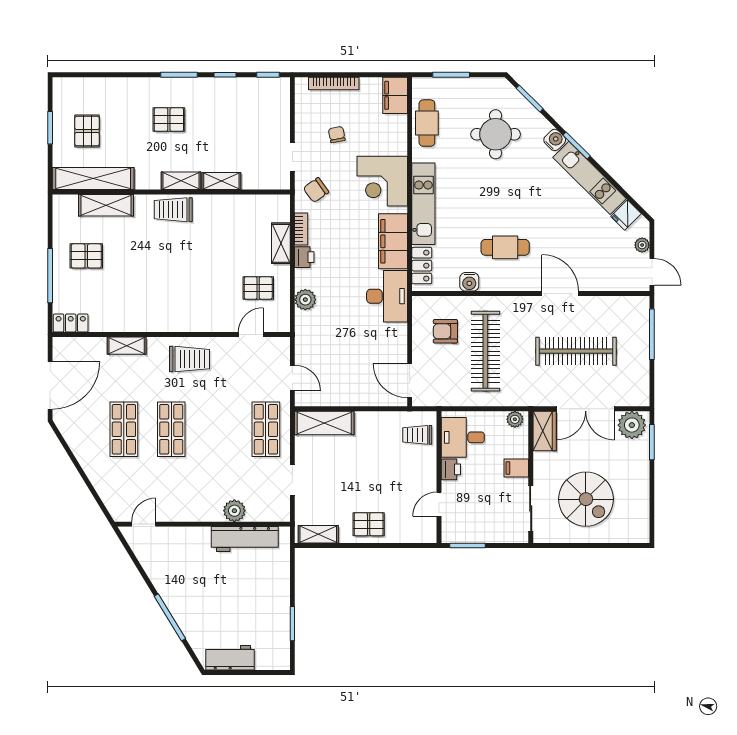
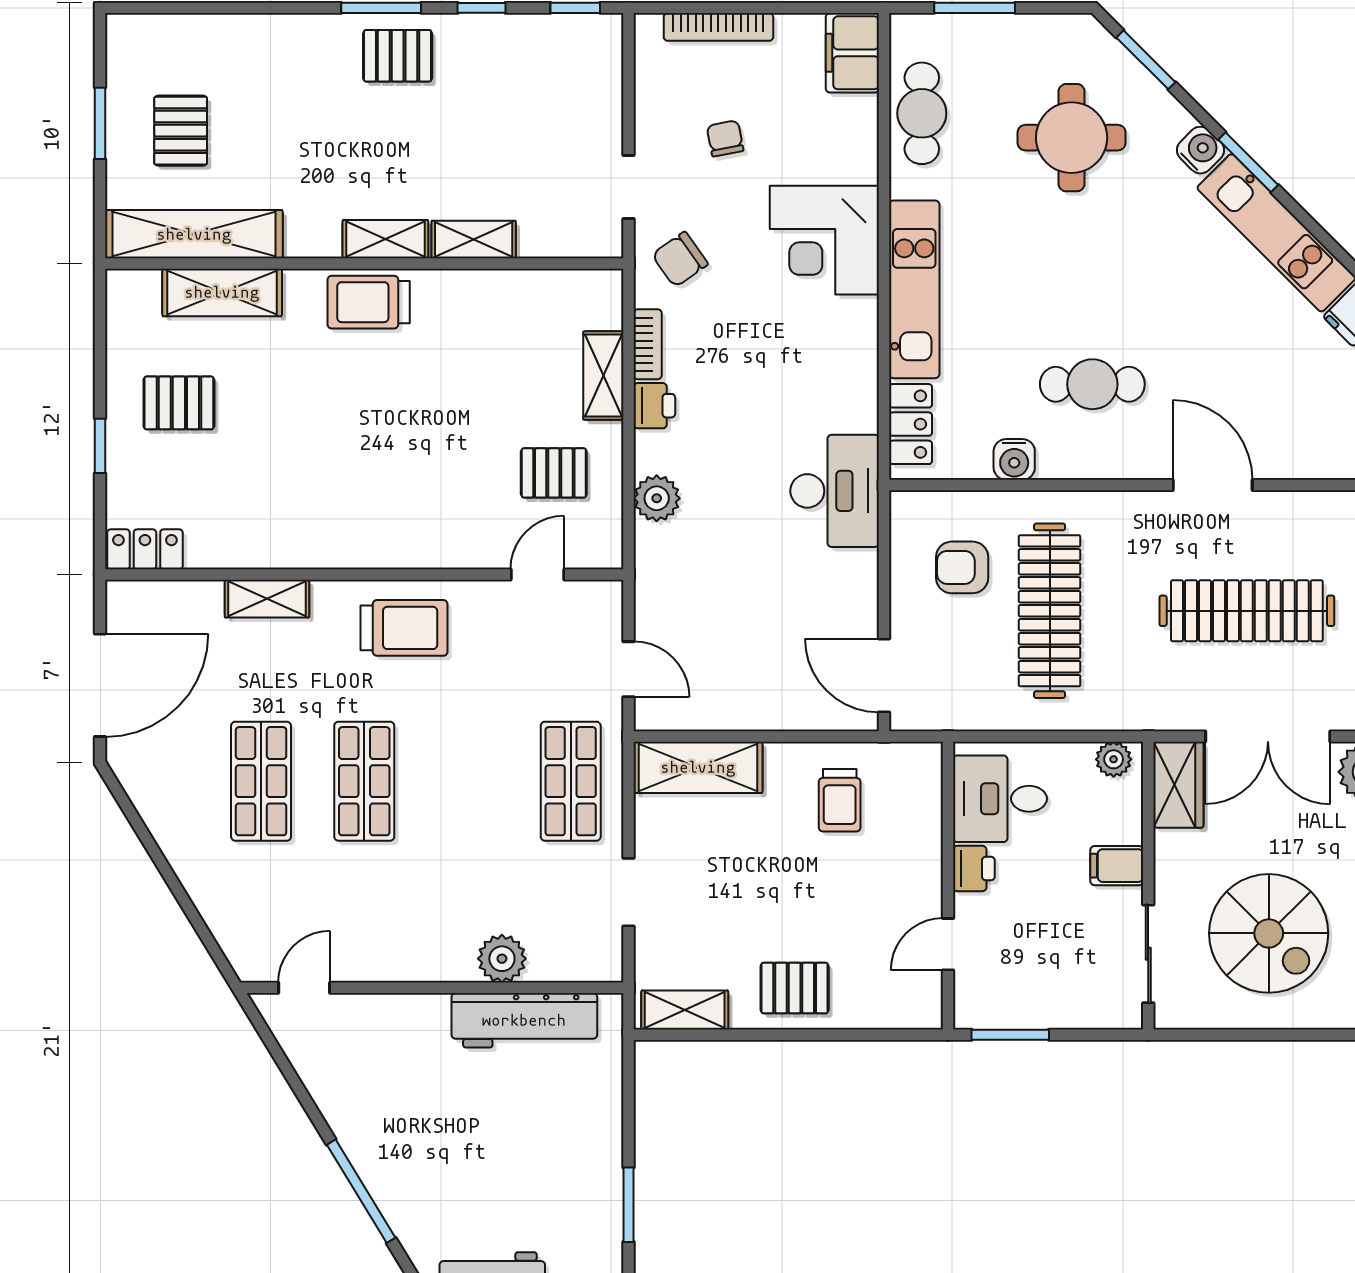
pallet: (169, 120) -> (398, 56), moved
filing cabinet: (393, 241) -> (848, 371), removed
window: (50, 276) -> (100, 446), width x0.46
trolley: (417, 435) -> (840, 800), moved, turned -90

